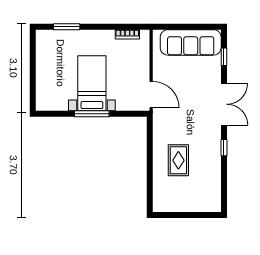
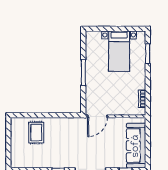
bed with nightstands: (92, 83) -> (119, 51), moved, turned 90
rug: (178, 160) -> (36, 133), moved, turned 90

